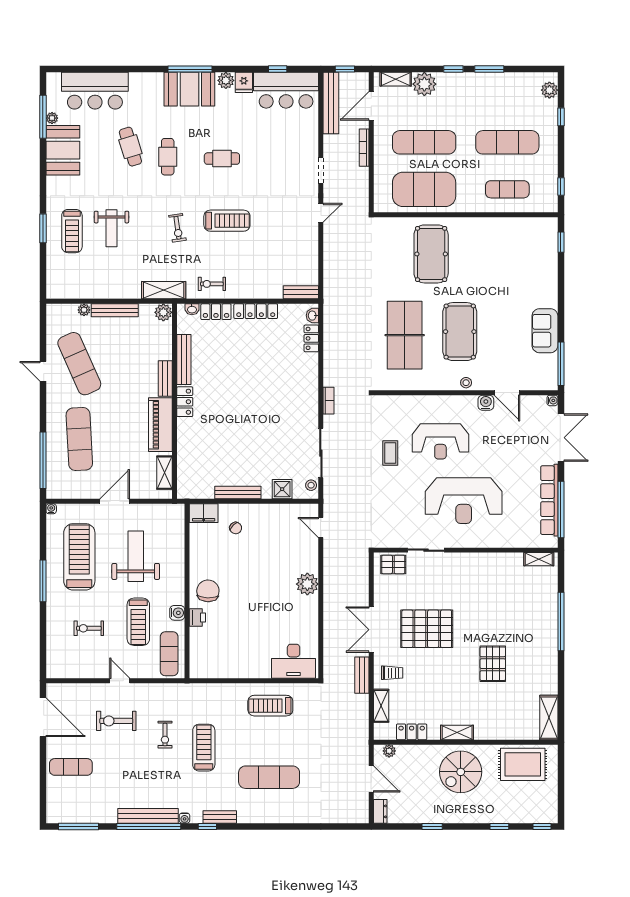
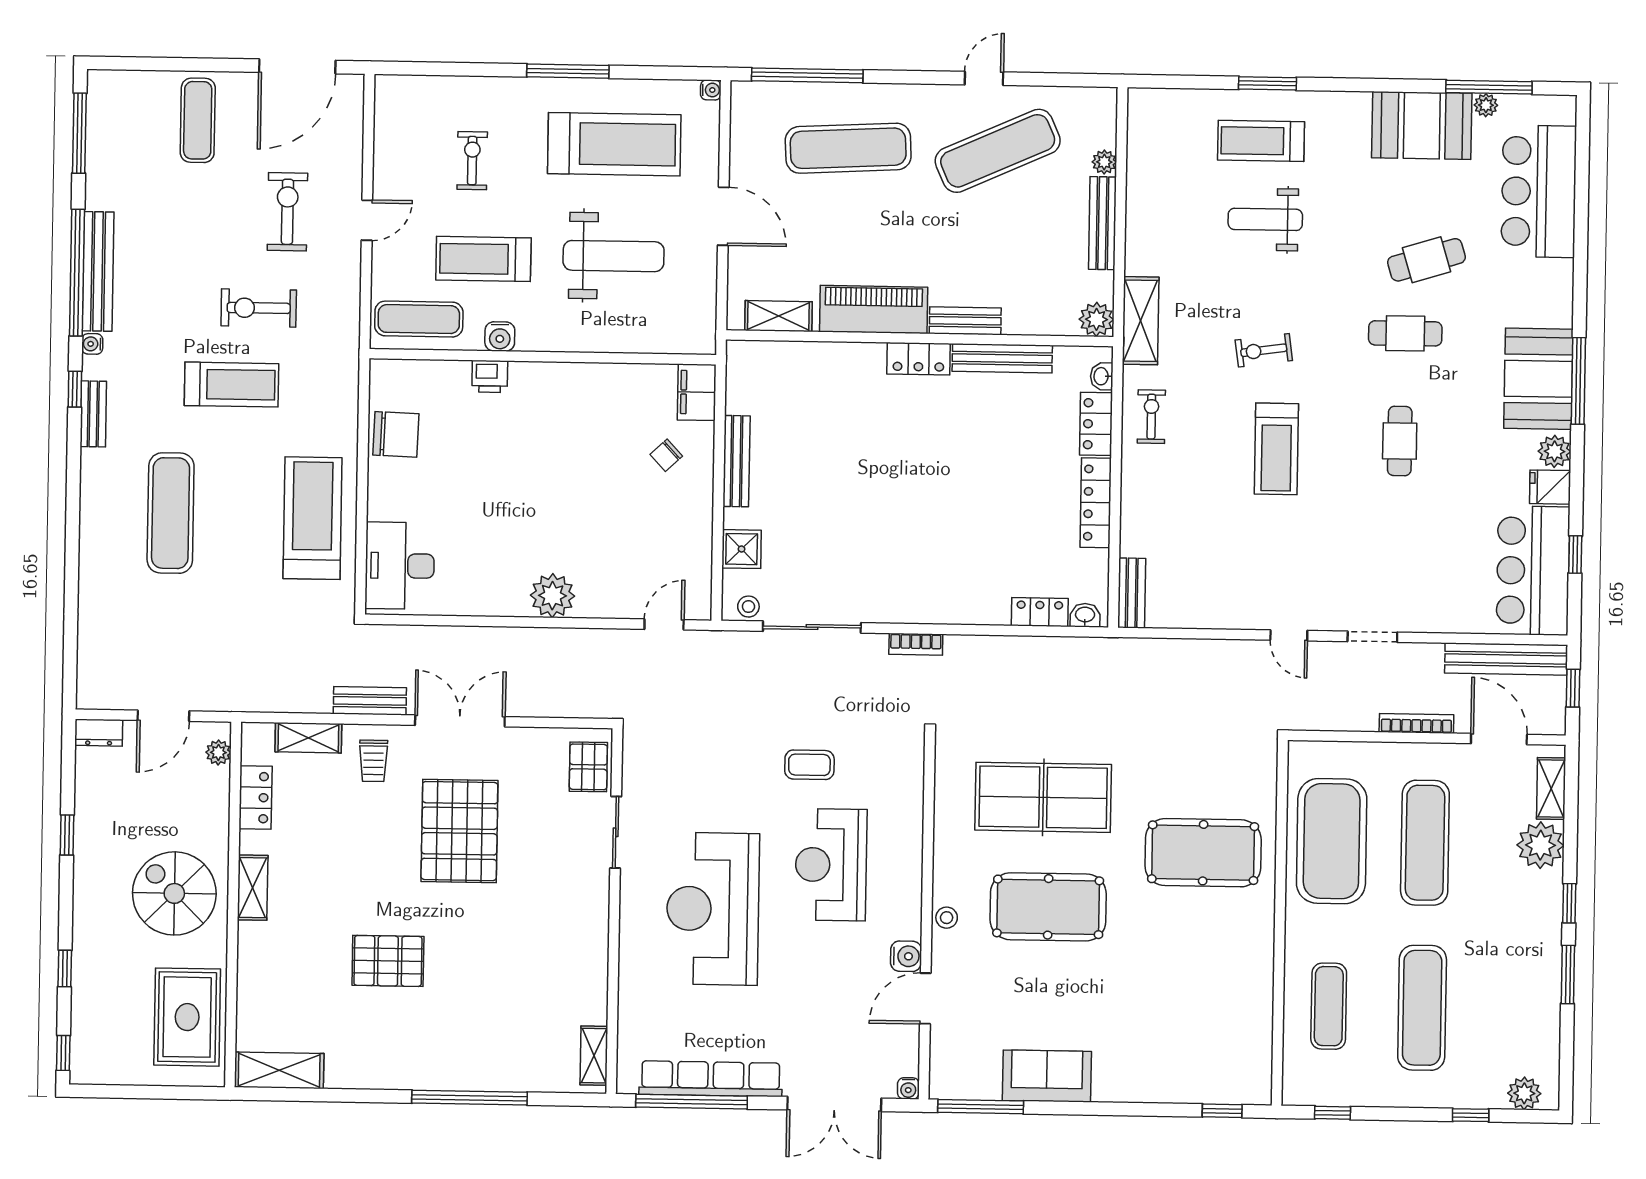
chair: (208, 591) -> (396, 434), moved
treadmill: (270, 706) -> (313, 518), width x1.37, depth x1.38
exercise bike: (165, 735) -> (259, 308), width x1.38, depth x1.39

